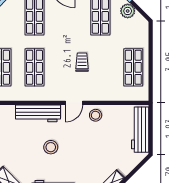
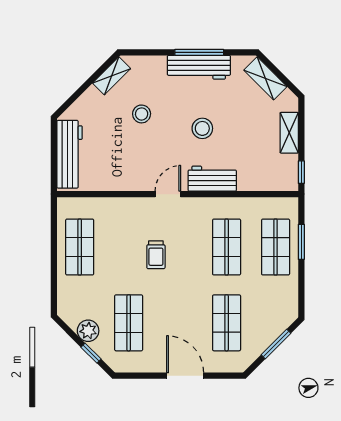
workbench: (38, 113) -> (212, 179), width x0.73
stool: (96, 115) -> (142, 114), moved

